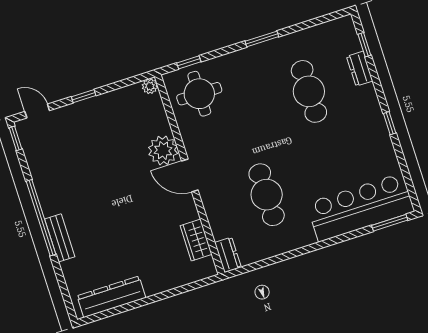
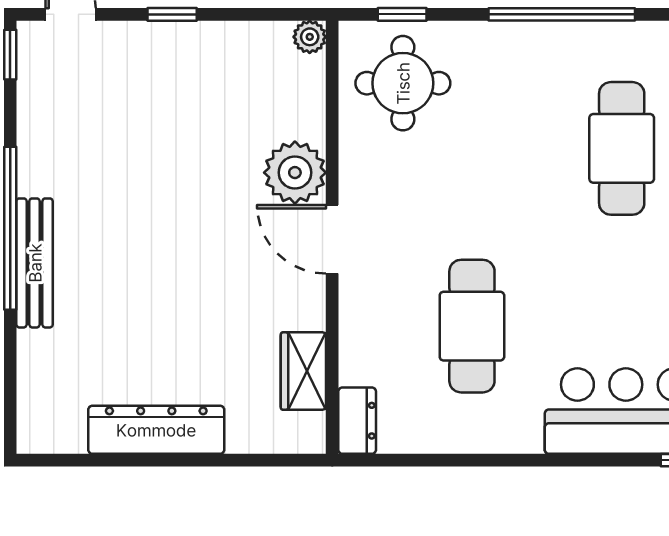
window: (262, 39) -> (562, 14), width x2.11
bench: (60, 238) -> (35, 263), width x1.36
dresser: (111, 297) -> (156, 430), moved

